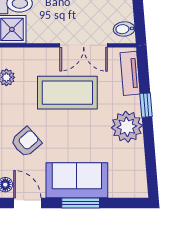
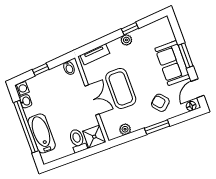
double door: (84, 45) -> (92, 100), moved
window: (146, 105) -> (130, 29), moved
plant: (127, 127) -> (126, 40), width x0.53, depth x0.53

